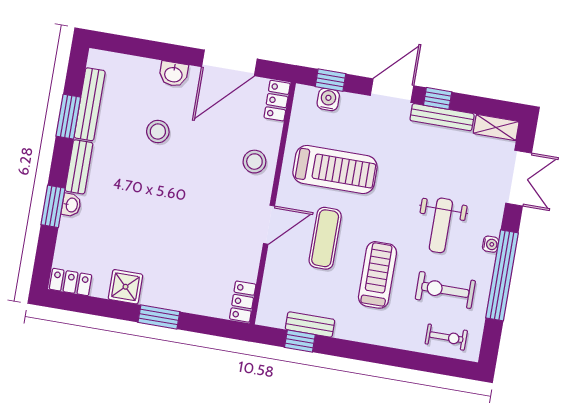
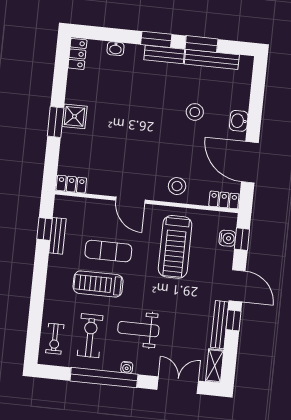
double door: (519, 178) -> (178, 385), swing flipped
washbasin: (71, 205) -> (115, 49), moved
window: (53, 206) -> (156, 39), moved
exercise mat: (325, 238) -> (108, 251), moved
treadmill: (377, 275) -> (98, 284), turned 180
shower: (125, 287) -> (74, 116), moved

